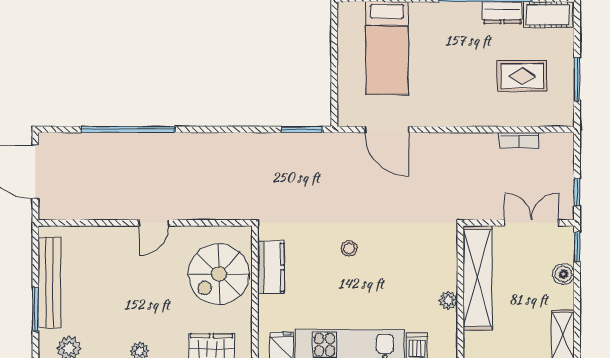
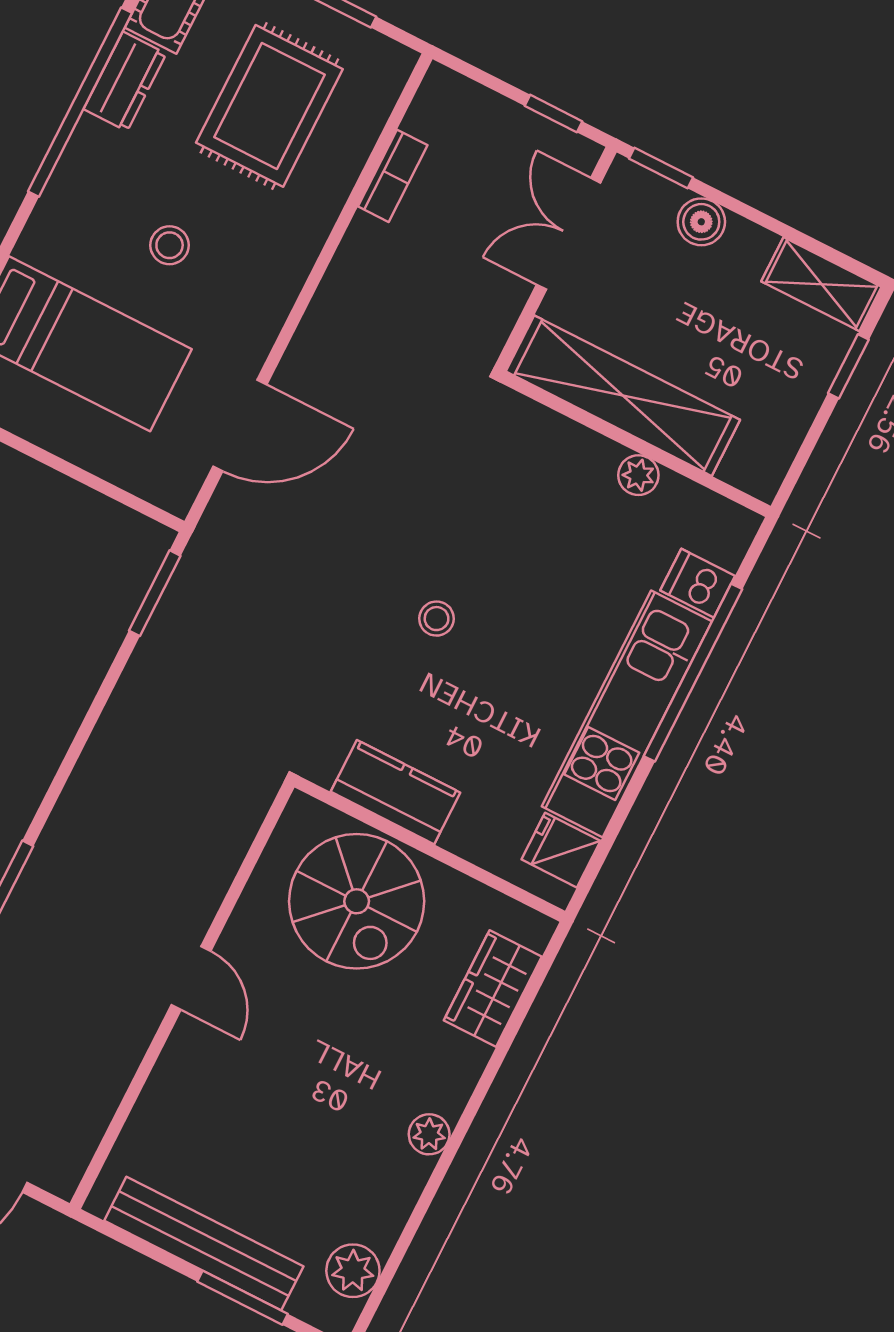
stool: (445, 64) -> (170, 245), added
rug: (522, 76) -> (269, 106), width x1.36, depth x1.43

